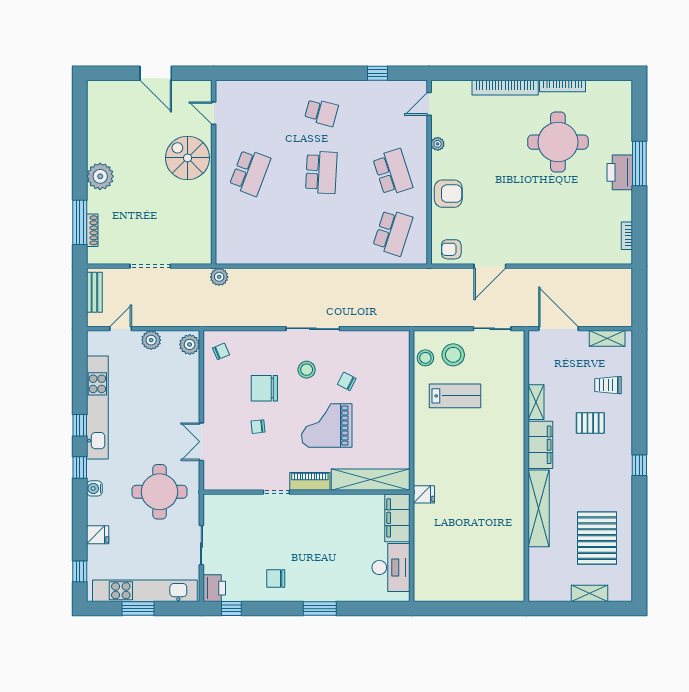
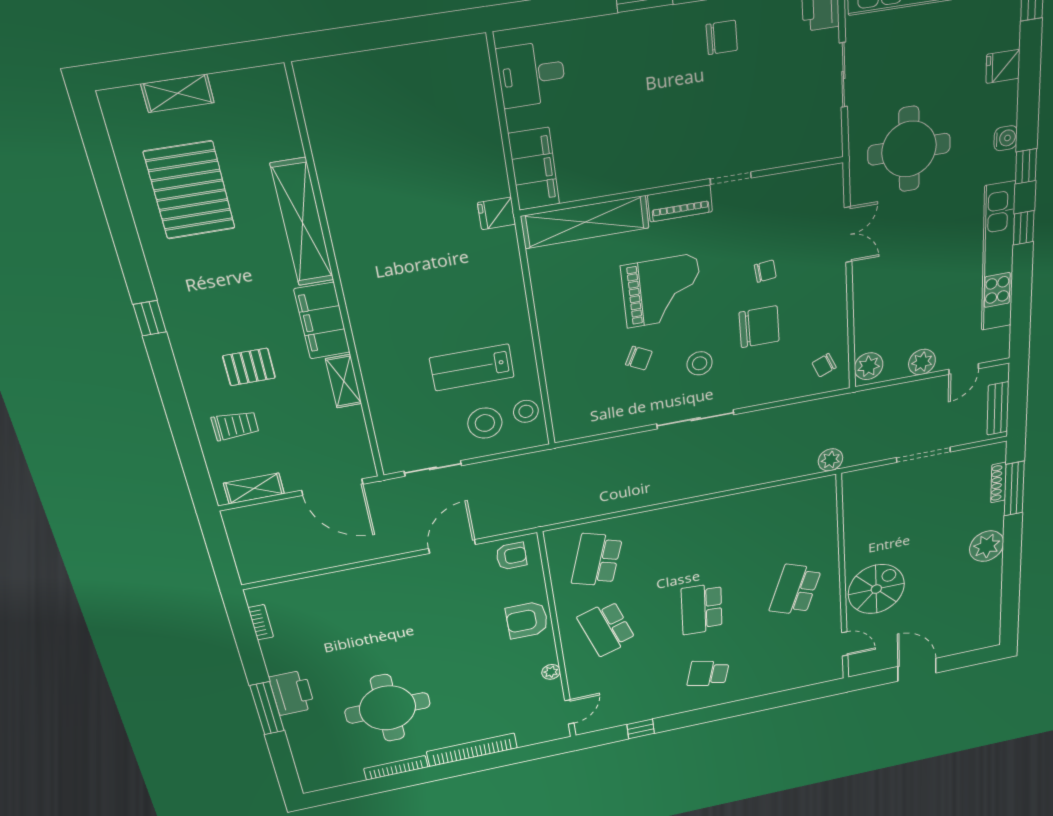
spiral stairs: (188, 158) -> (876, 589), turned -90
desk: (391, 567) -> (531, 74), width x0.73

